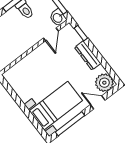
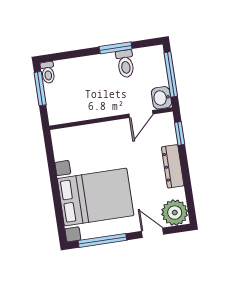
bed with nightstands: (56, 106) -> (96, 197), width x1.36

